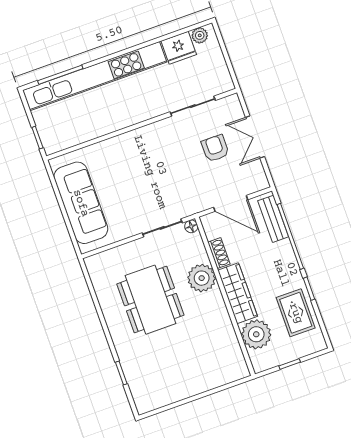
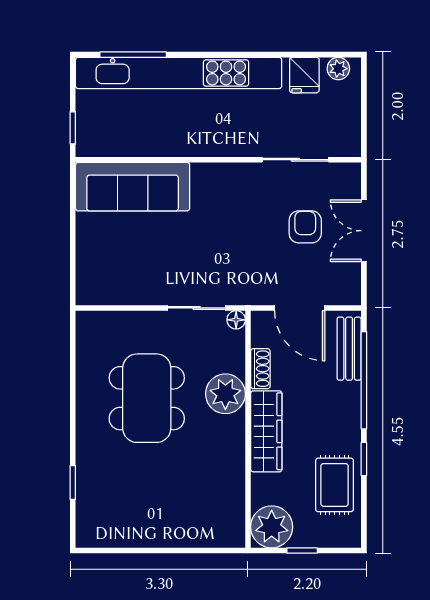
fridge: (179, 48) -> (304, 75), width x0.72
sofa: (81, 203) -> (133, 187), moved, turned 90
plant: (256, 334) -> (272, 527), moved

